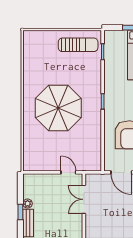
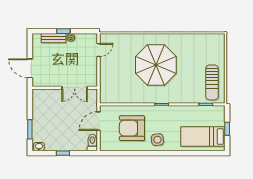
door: (68, 172) -> (99, 50), moved
double door: (84, 199) -> (75, 88), swing flipped

